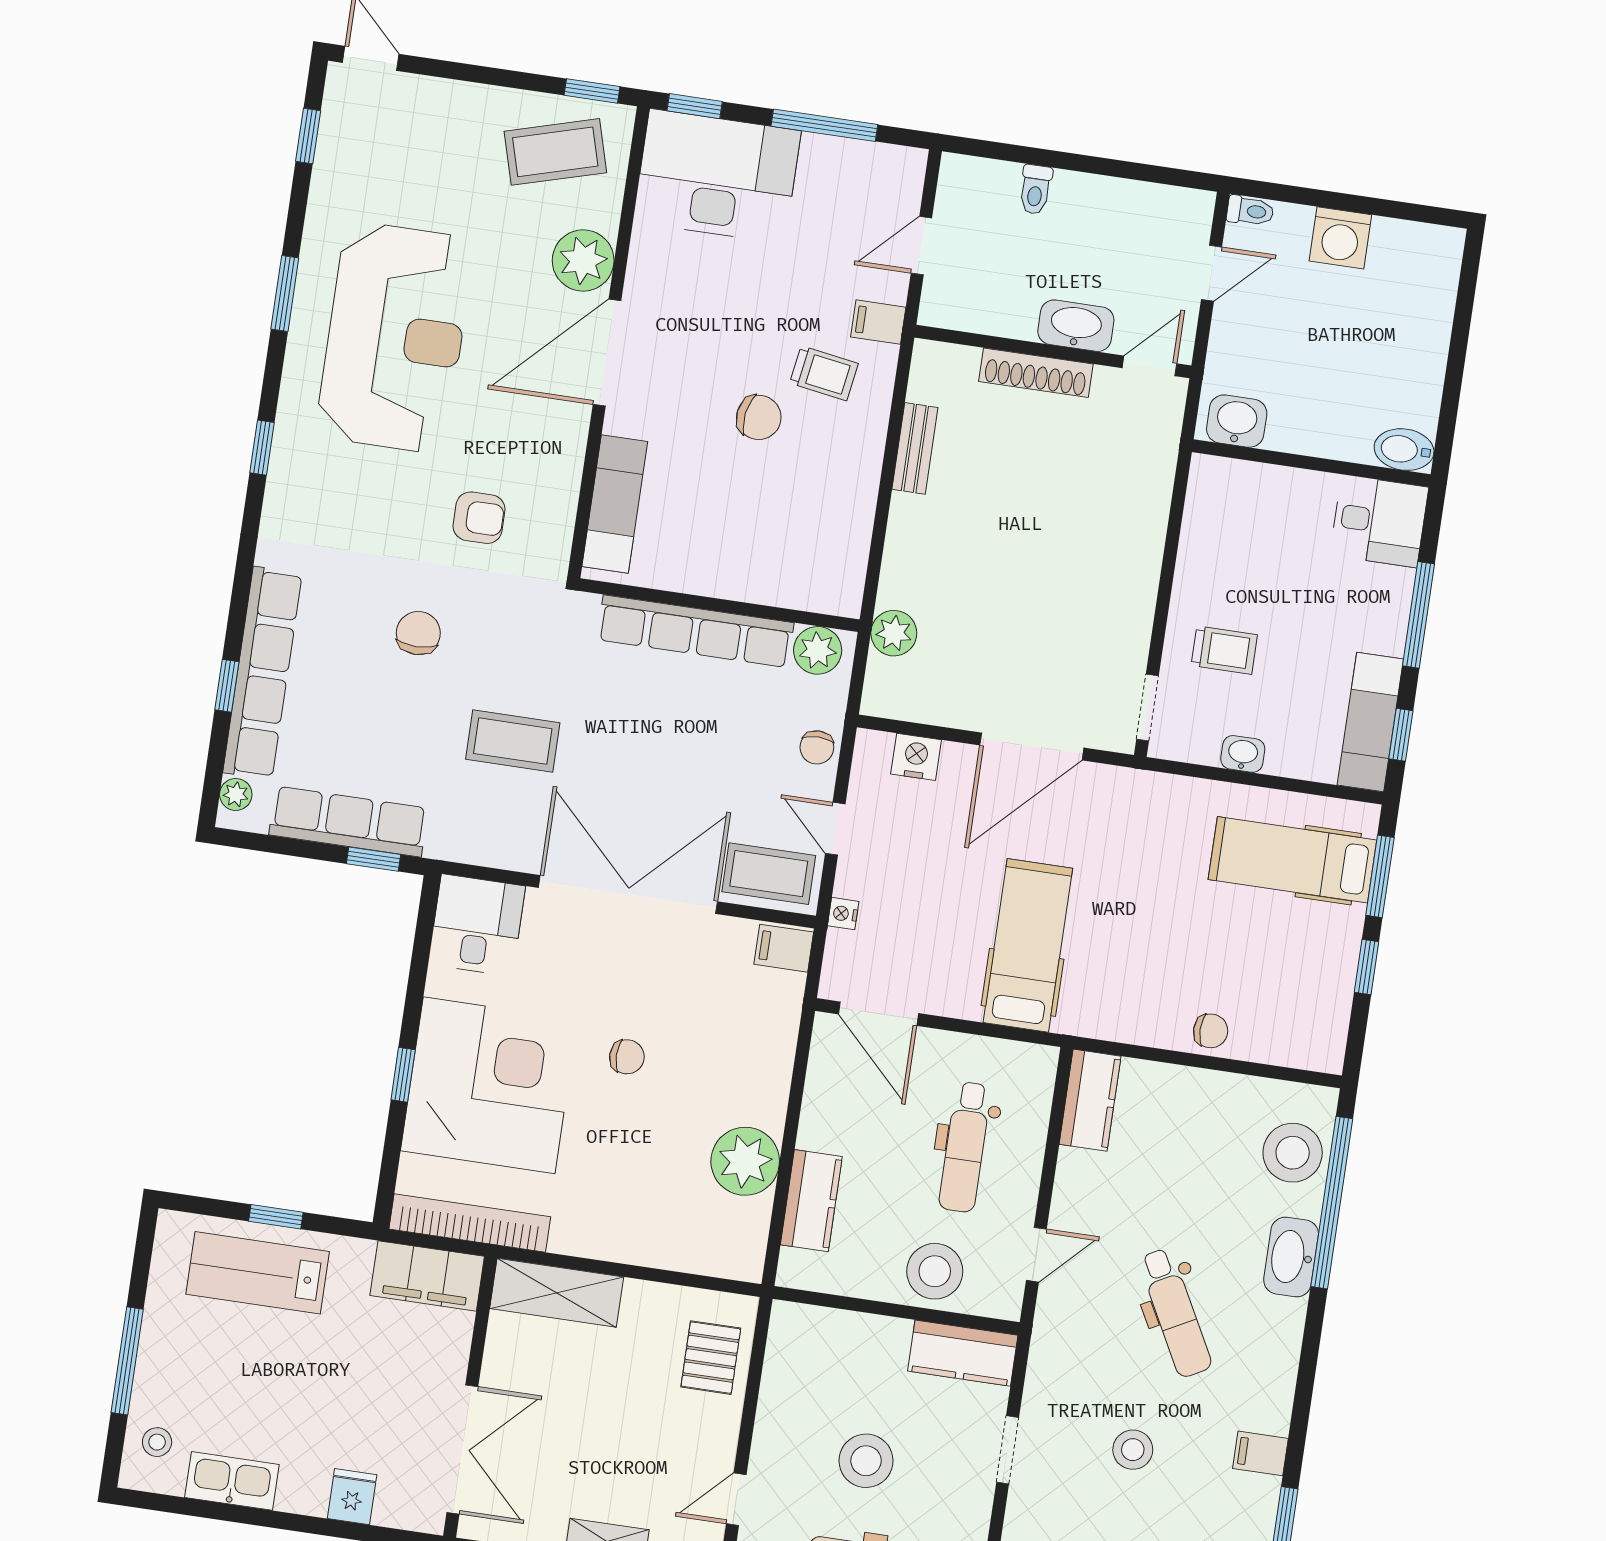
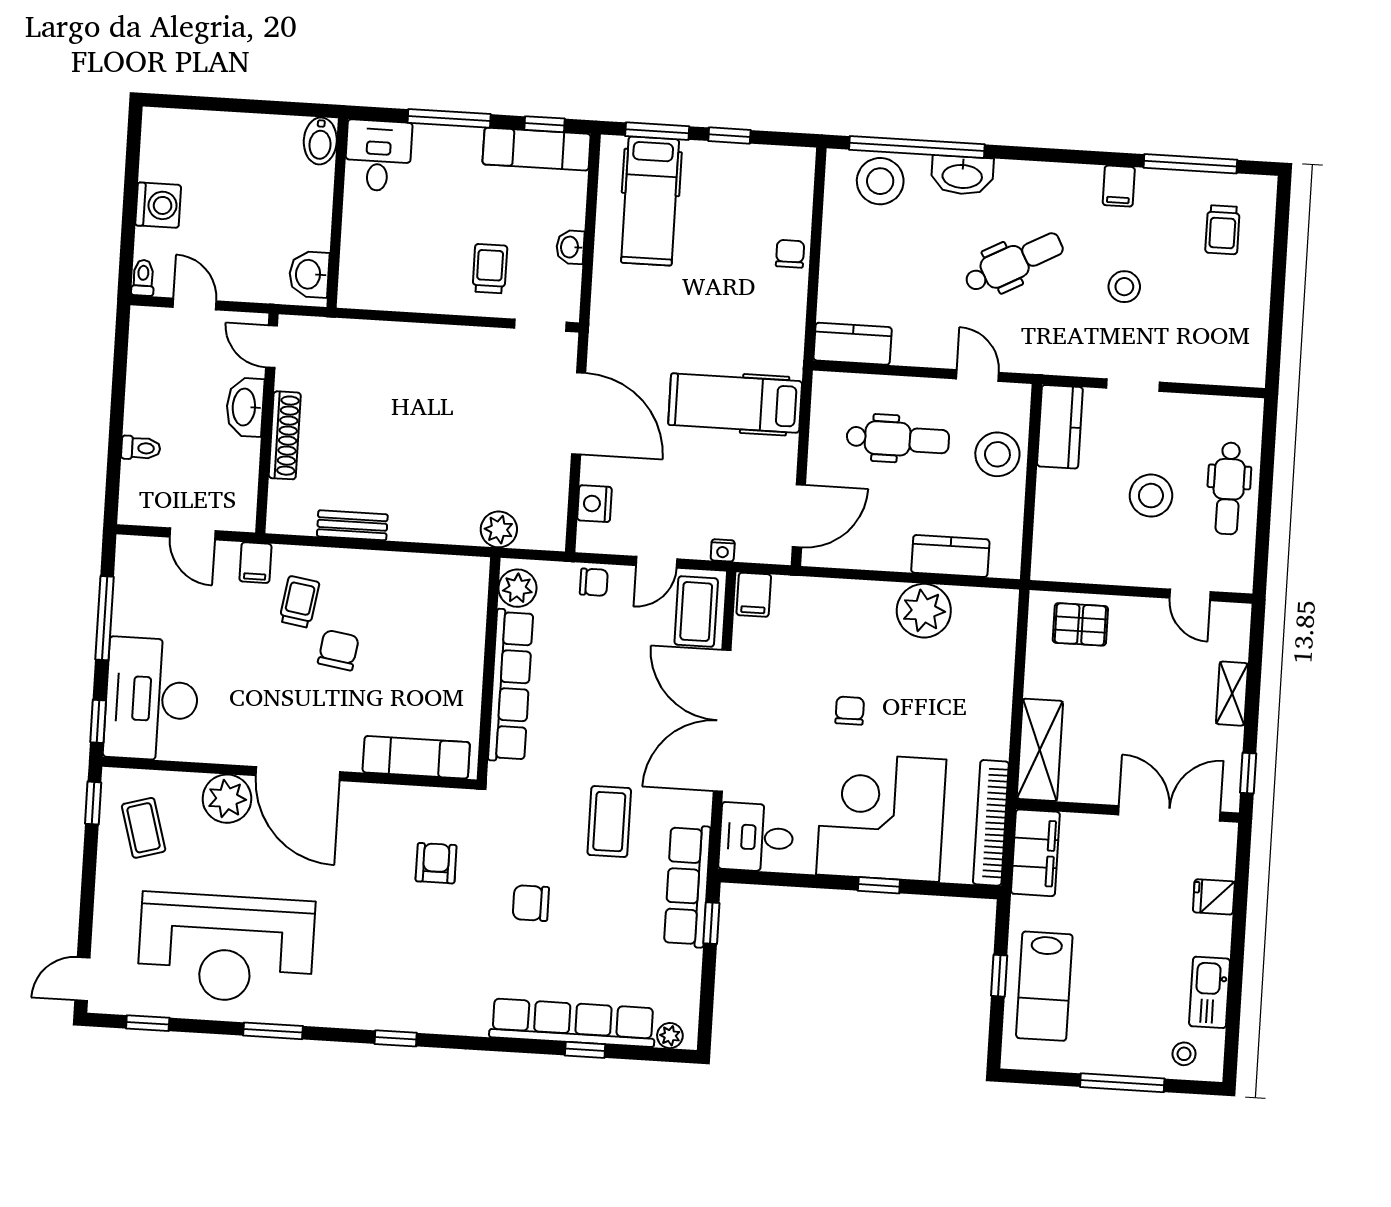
coffee table: (555, 152) -> (144, 828), width x0.73, depth x0.77
reception desk: (395, 337) -> (226, 948), moved, turned 180
row of seats: (349, 822) -> (687, 886), moved

